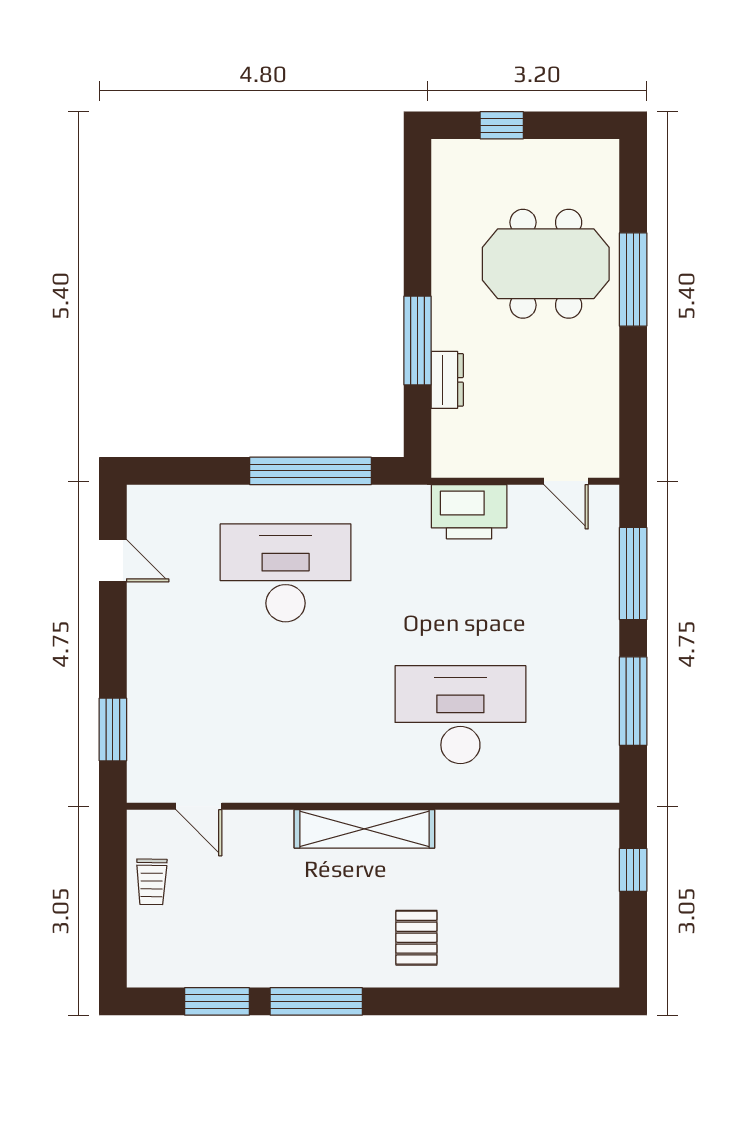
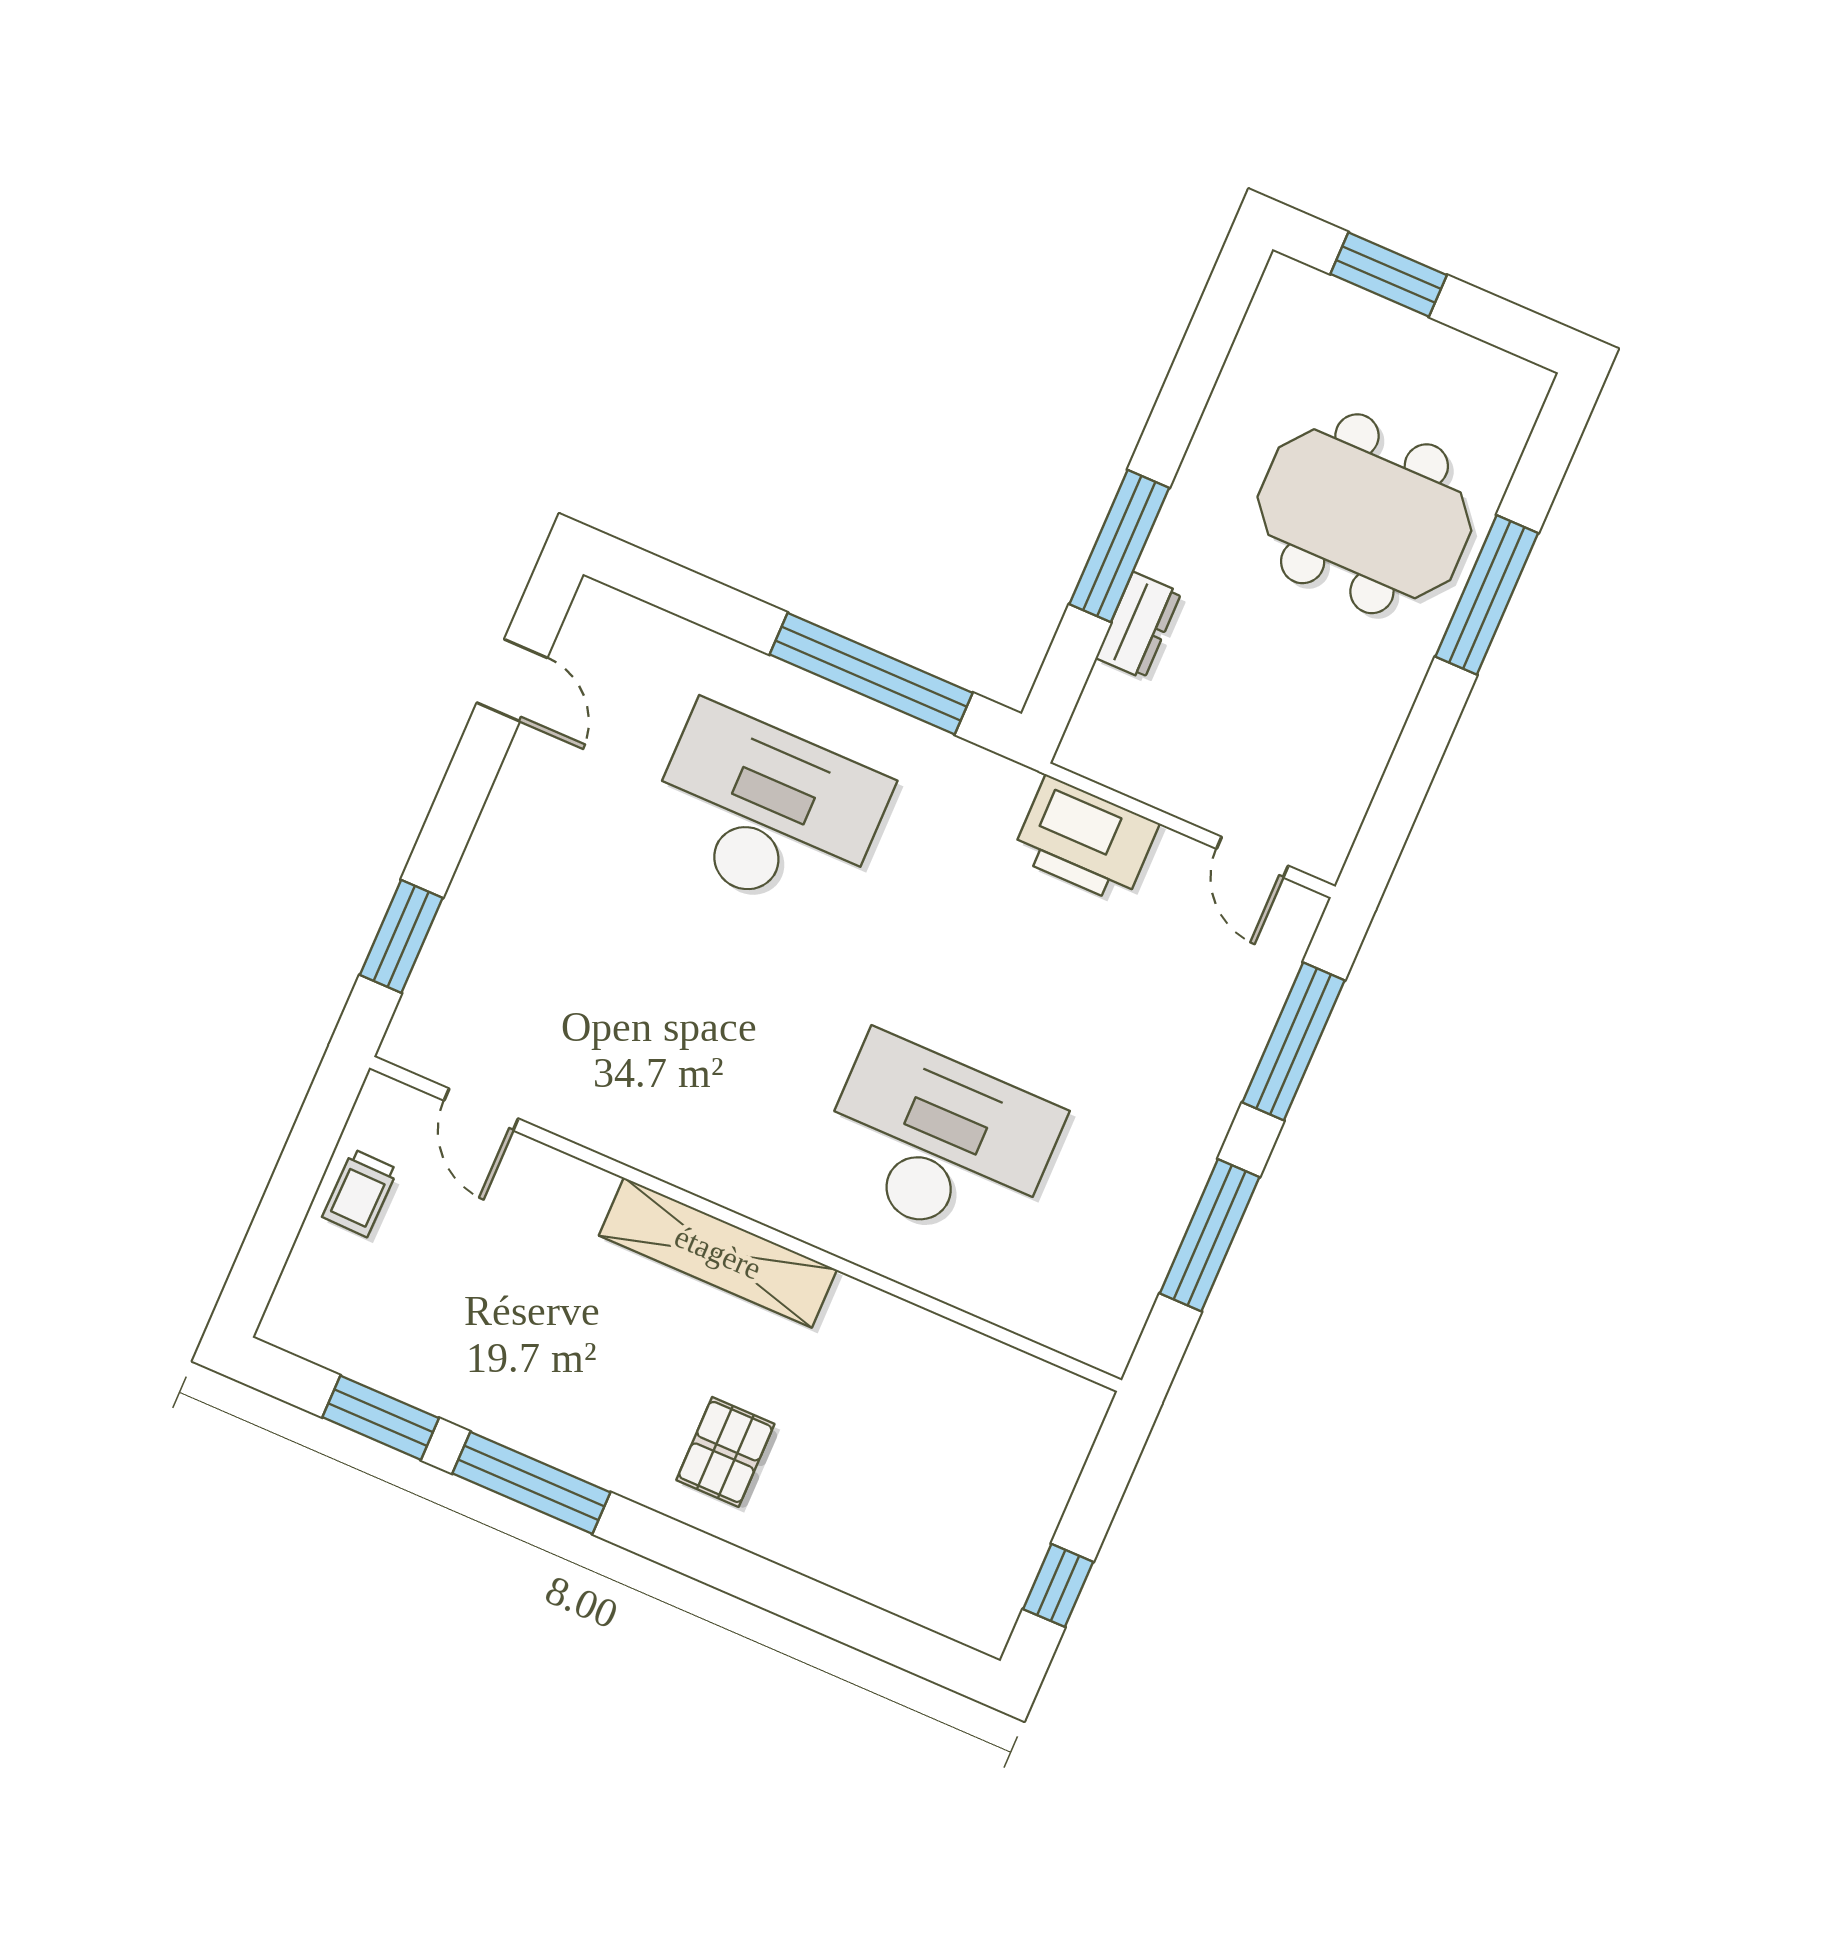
window: (502, 125) -> (1389, 275), width x1.50
window: (633, 870) -> (1058, 1585), moved

